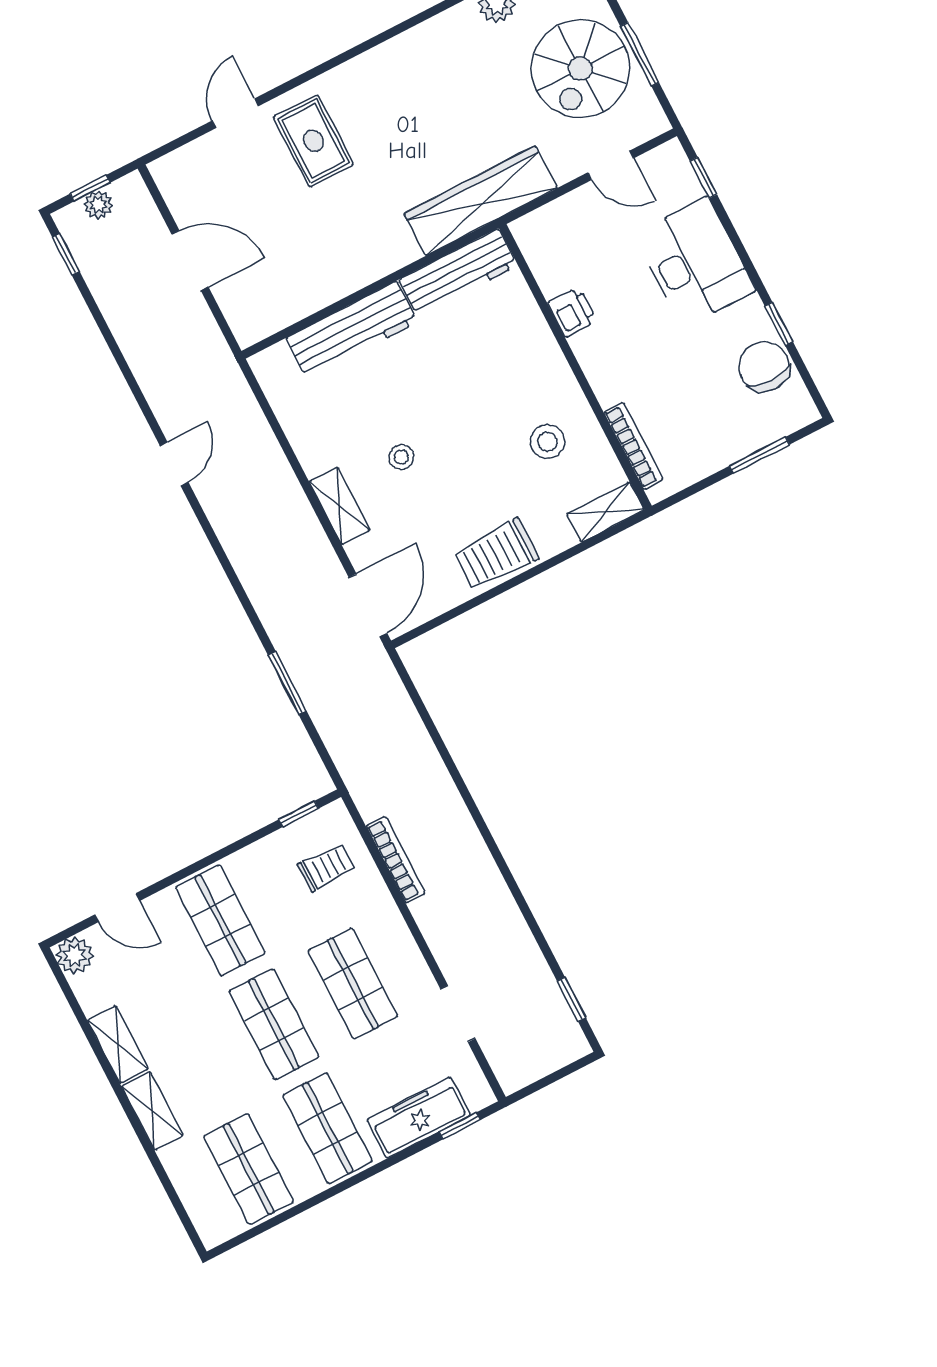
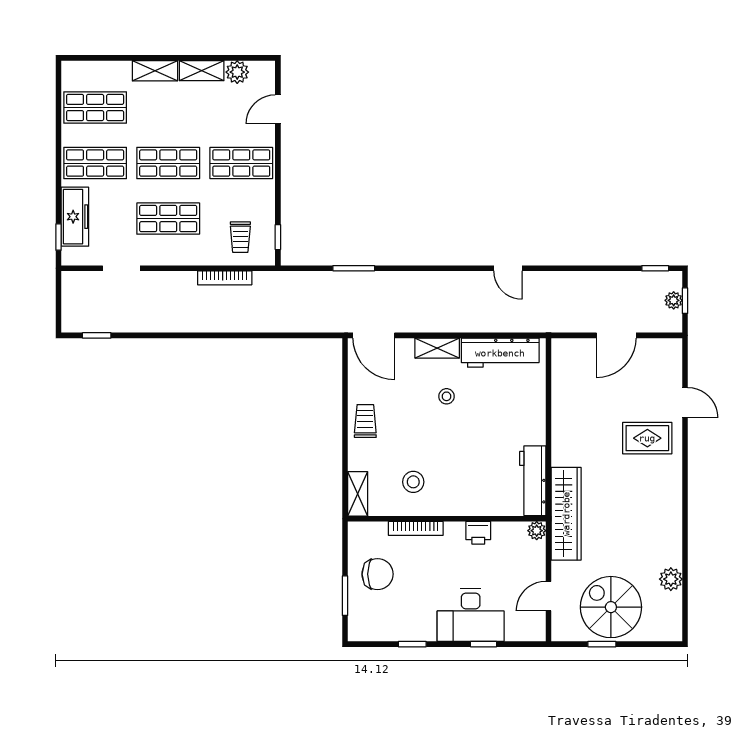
window: (640, 54) -> (602, 644), width x0.67
window: (703, 178) -> (484, 644), moved
plant: (526, 230) -> (537, 531), added
workbench: (352, 330) -> (500, 353), moved, turned -90
chair: (764, 367) -> (378, 574), moved
bookcase: (634, 446) -> (416, 528), moved
trolley: (496, 555) -> (365, 421), width x0.73, depth x0.72
plant: (74, 955) -> (237, 72), moved

